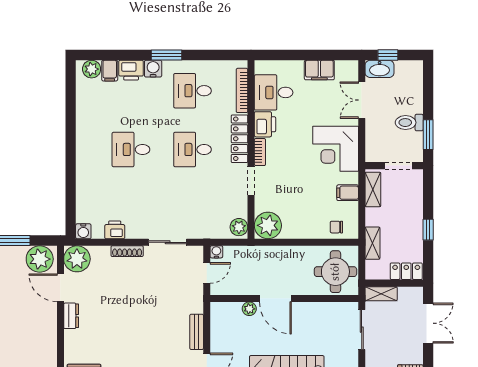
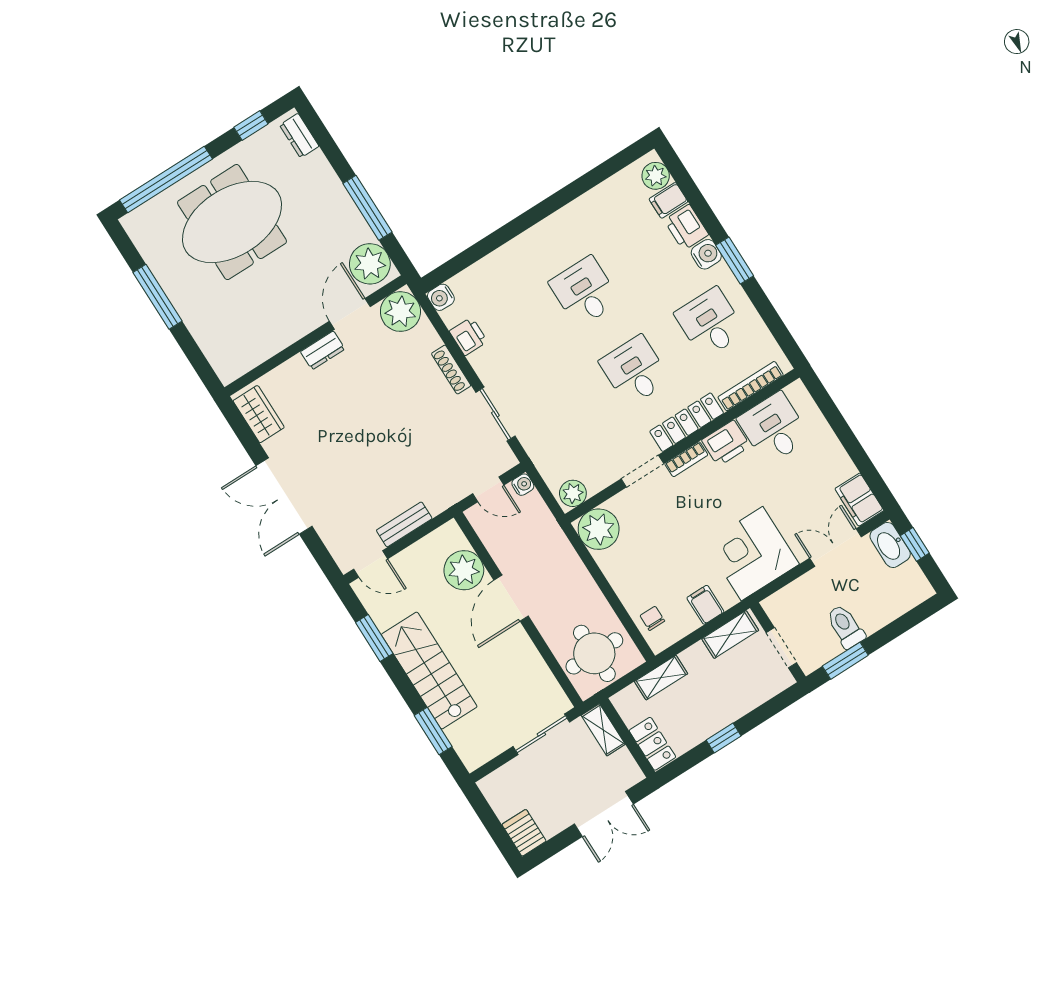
filing cabinet: (319, 70) -> (859, 500), moved
plant: (249, 309) -> (464, 570), width x1.88, depth x1.88

